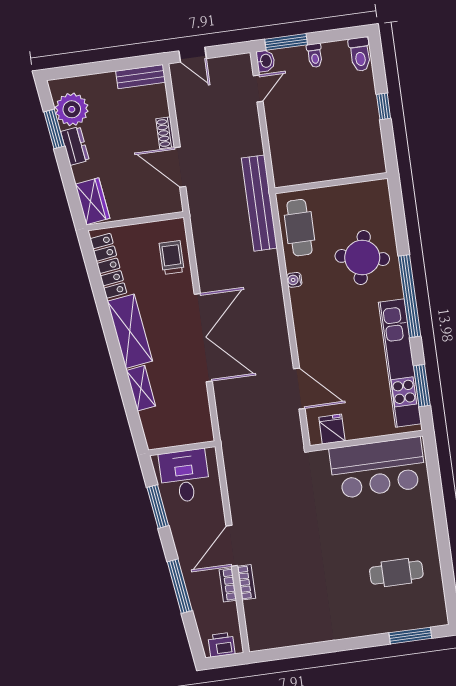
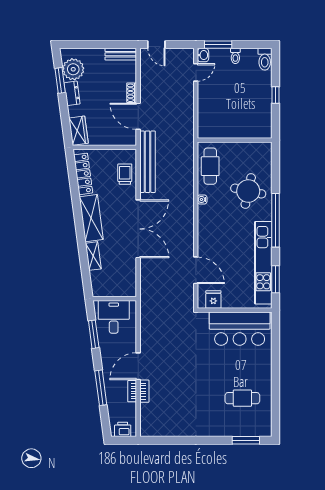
bench: (259, 203) -> (148, 162), moved

